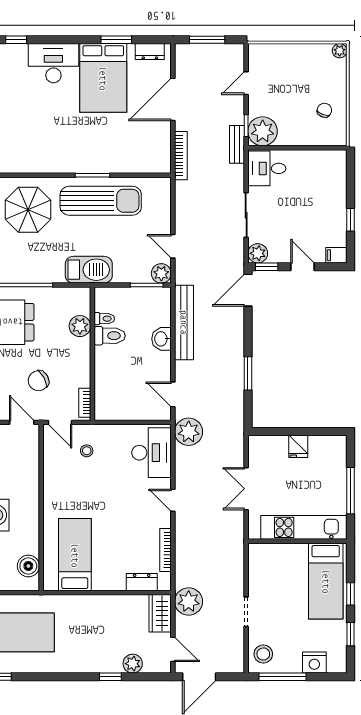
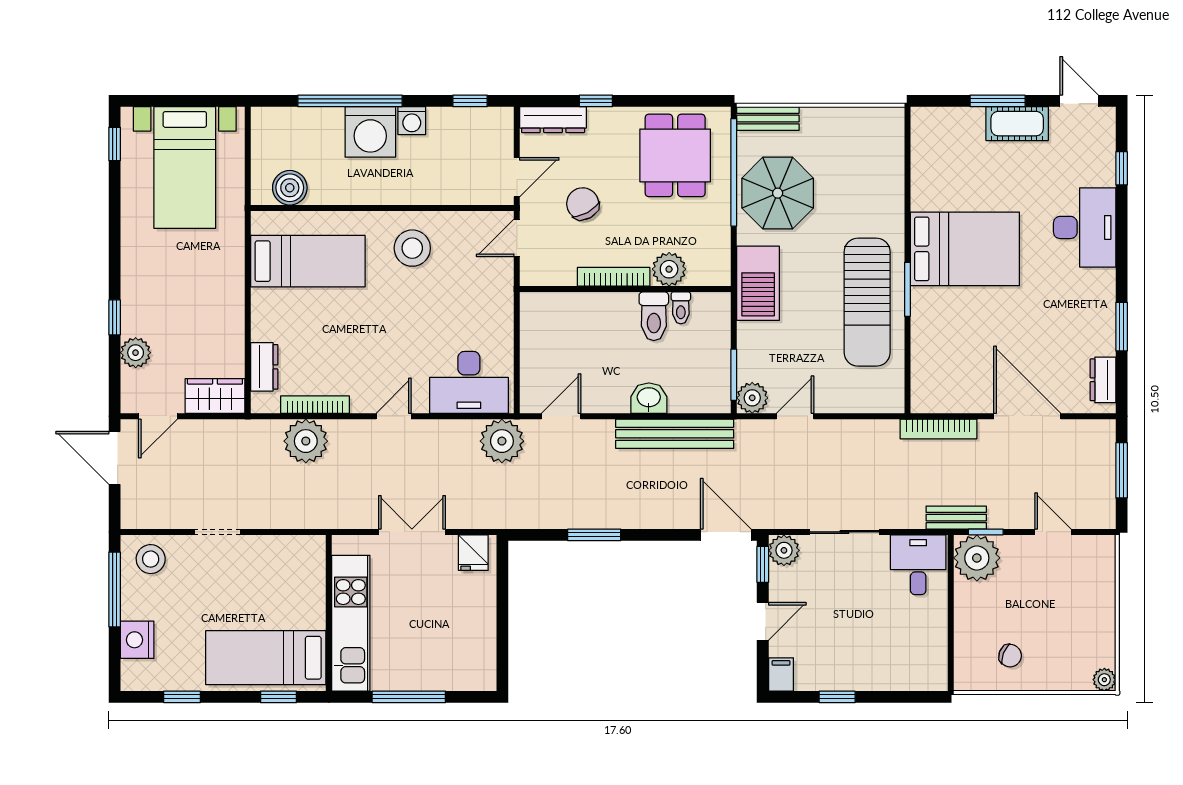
bed: (103, 78) -> (965, 249), moved, turned 180
parasol: (28, 210) -> (778, 193), moved
bookcase: (85, 403) -> (614, 277), moved, width x1.56
fridge: (298, 446) -> (473, 553), moved, turned -90
stool: (87, 451) -> (412, 248), moved, width x1.89, depth x1.89
window: (350, 594) -> (279, 697), moved
plant: (189, 601) -> (306, 441), moved

